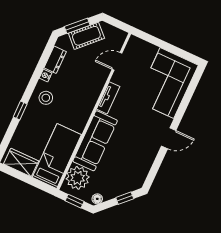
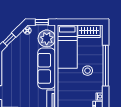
stool: (46, 98) -> (88, 71), moved
window: (20, 110) -> (106, 66), width x3.17

